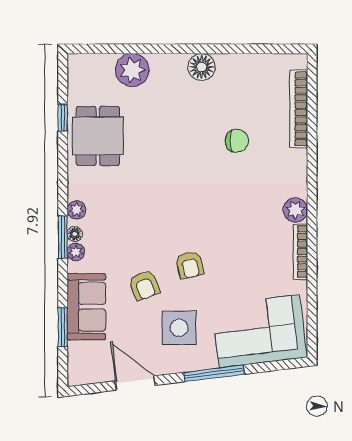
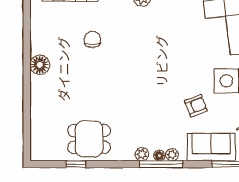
plant: (132, 70) -> (42, 114), removed
window: (63, 237) -> (161, 164), width x1.44
armchair: (190, 265) -> (181, 73), removed

